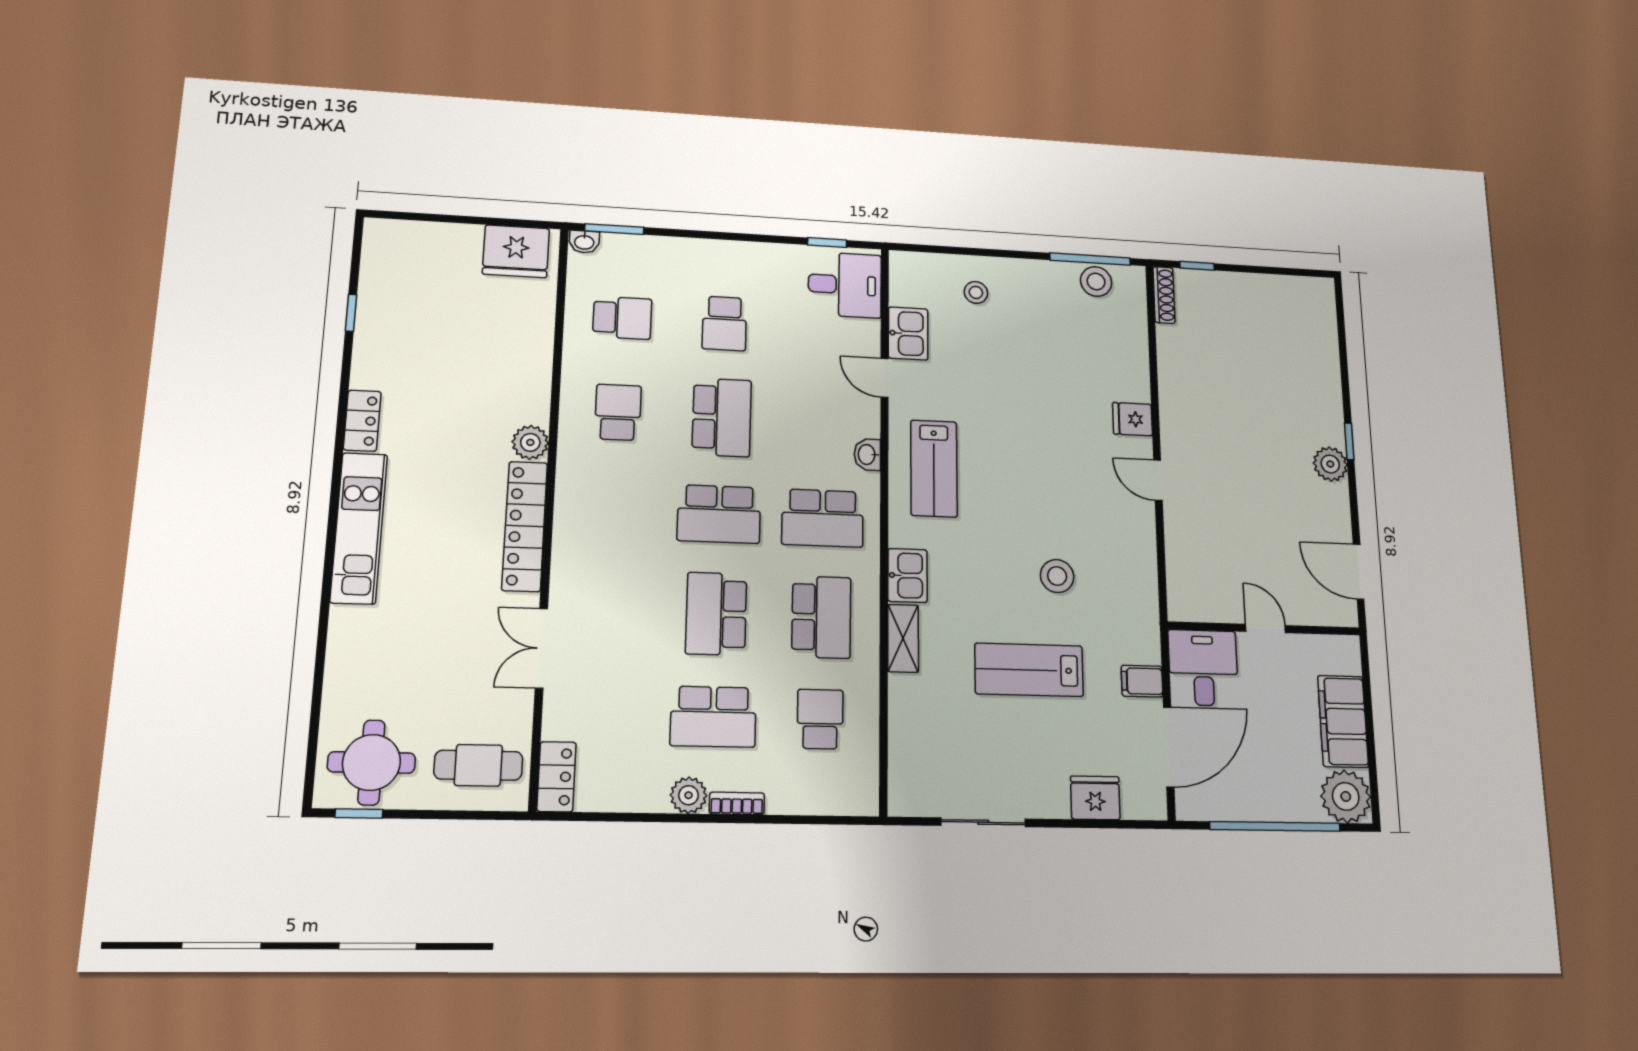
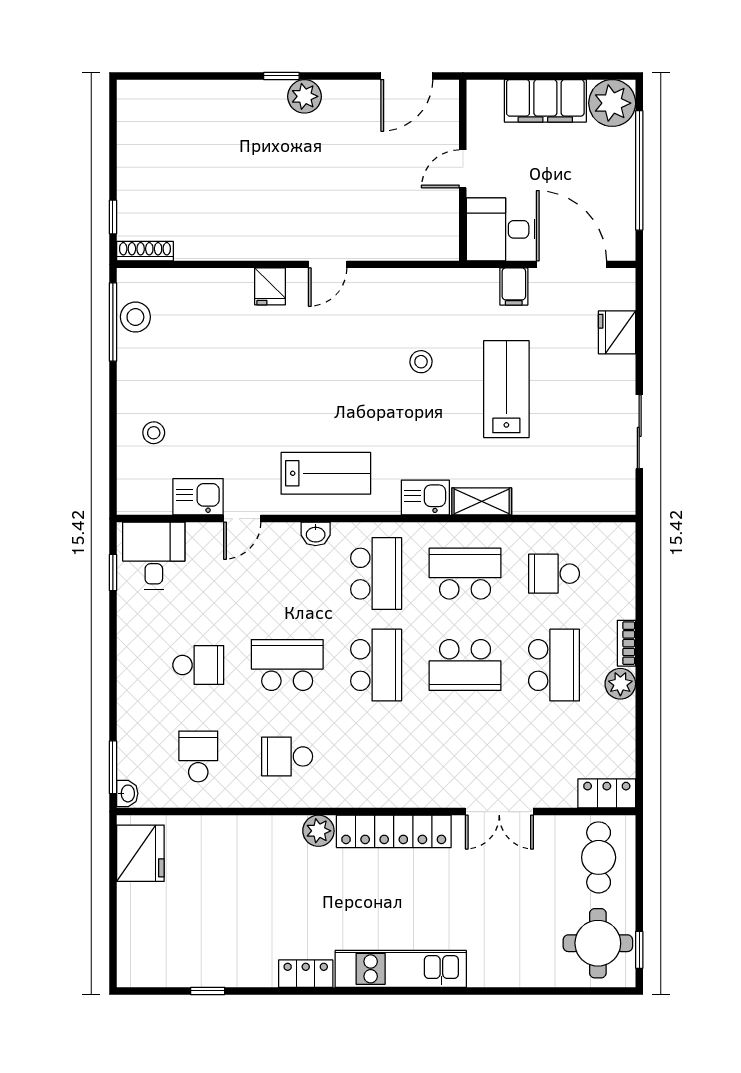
stool: (1057, 576) -> (421, 362), width x0.73, depth x0.73
lab bench: (1029, 670) -> (506, 389), turned 180

